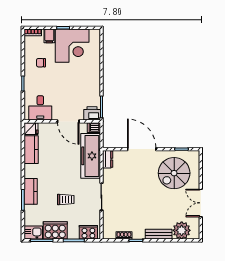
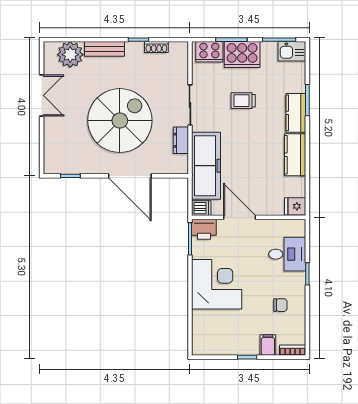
corner desk: (72, 46) -> (217, 284), moved, turned 90
desk: (40, 108) -> (287, 254), moved, turned 90
kitchen counter: (31, 150) -> (295, 155), moved
dresser: (108, 159) -> (181, 140), moved
spiral stairs: (174, 173) -> (120, 121), moved, width x1.37, depth x1.37
cooker: (55, 230) -> (242, 55), moved

